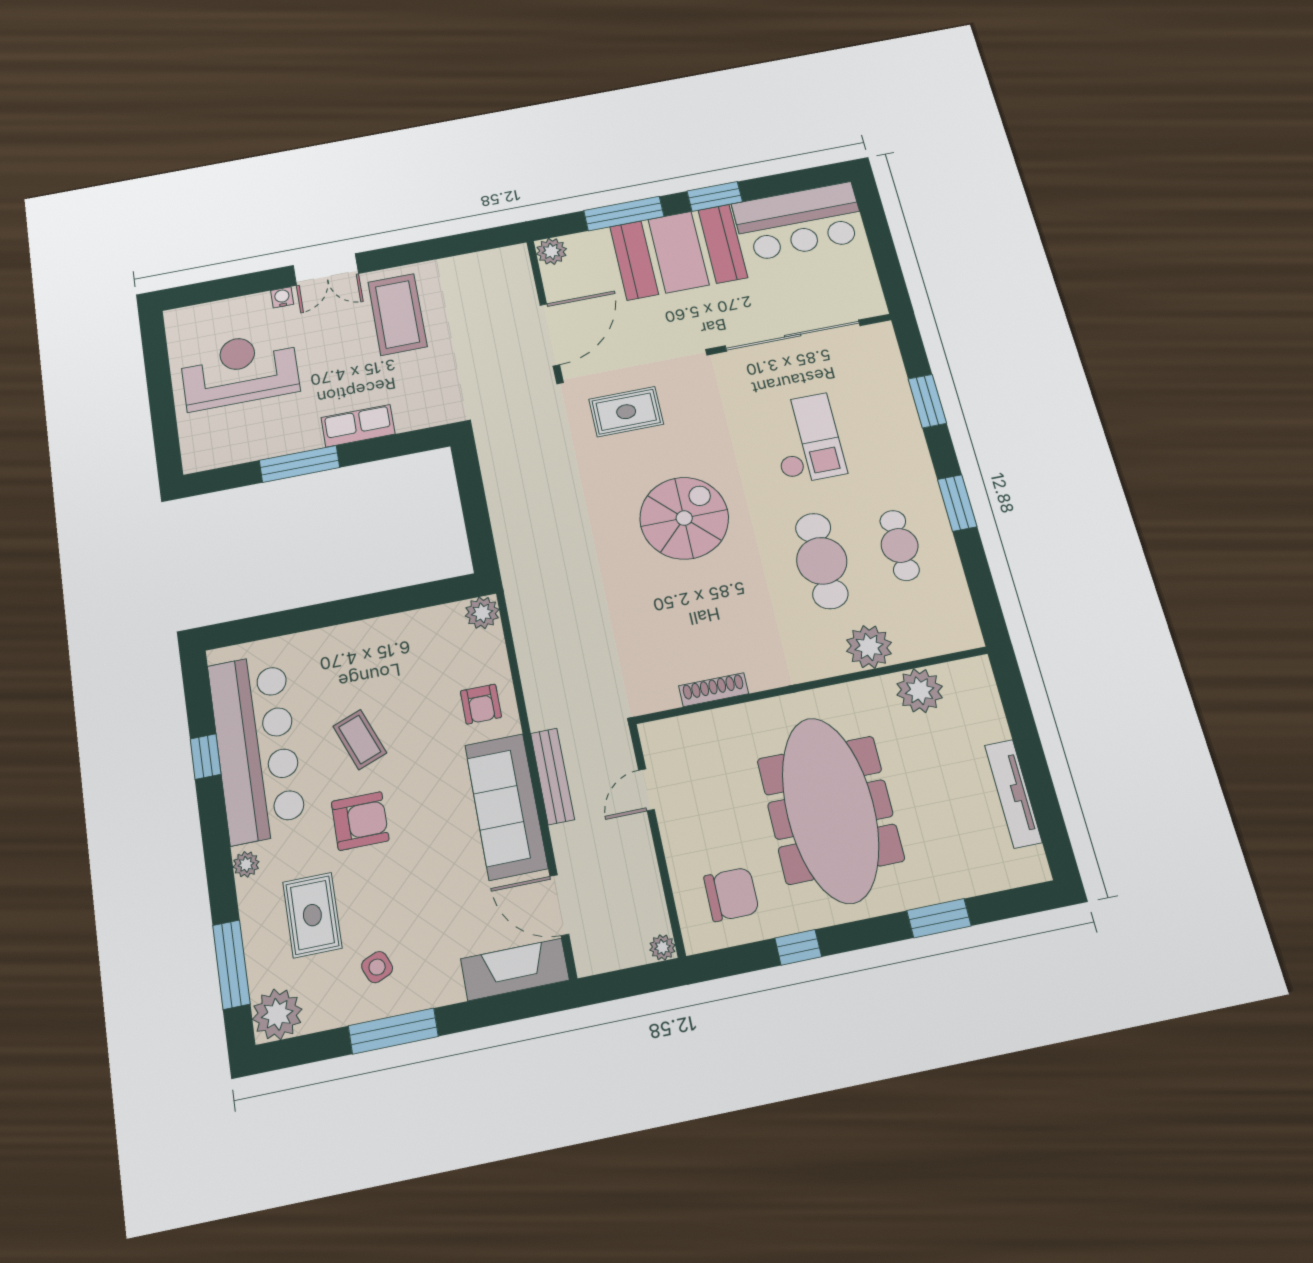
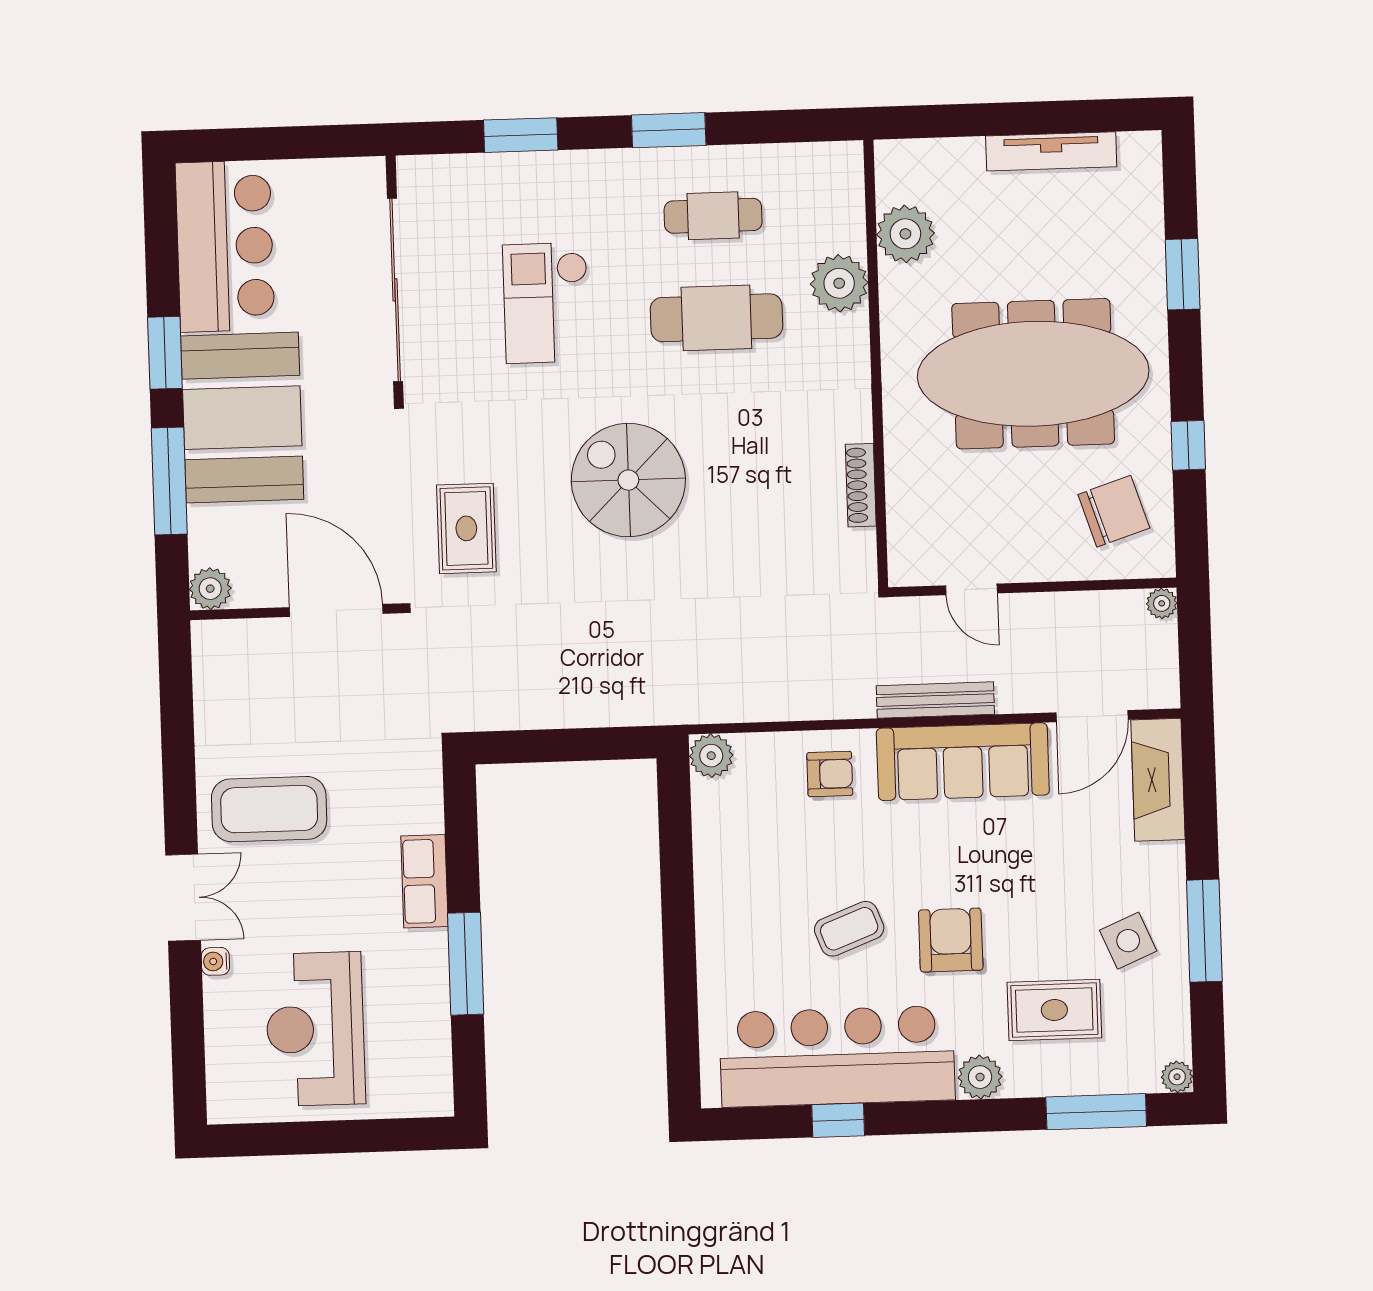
checkout: (806, 439) -> (546, 303), turned -90
plant: (246, 864) -> (980, 1077), width x1.38, depth x1.38
chair: (731, 894) -> (1114, 511), turned 72
side table: (377, 967) -> (1128, 941), width x1.37, depth x1.37
plant: (277, 1014) -> (1177, 1077), width x0.53, depth x0.53

